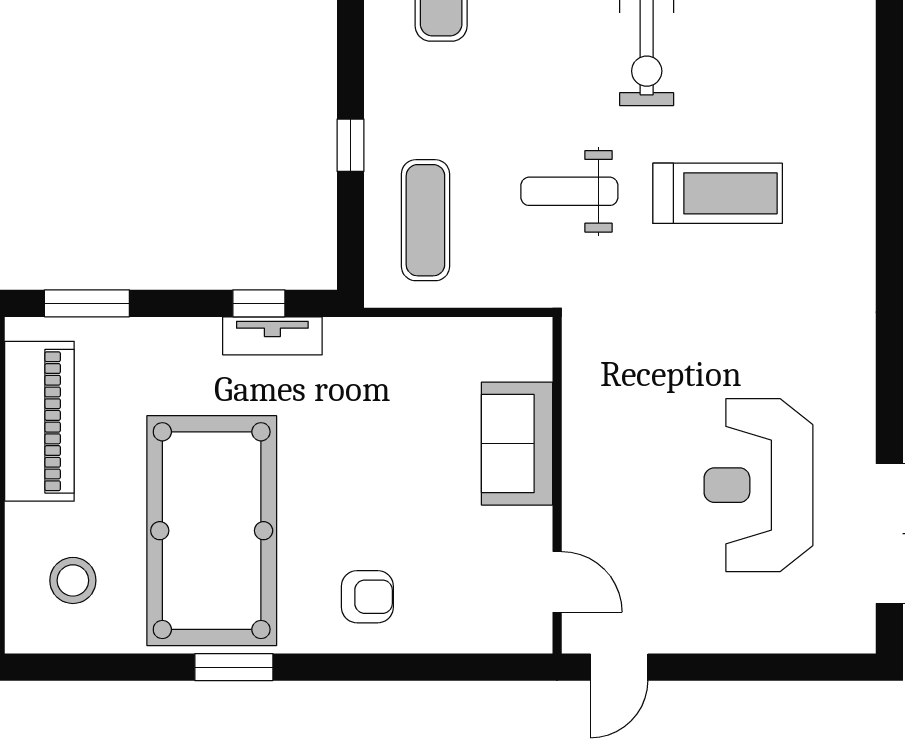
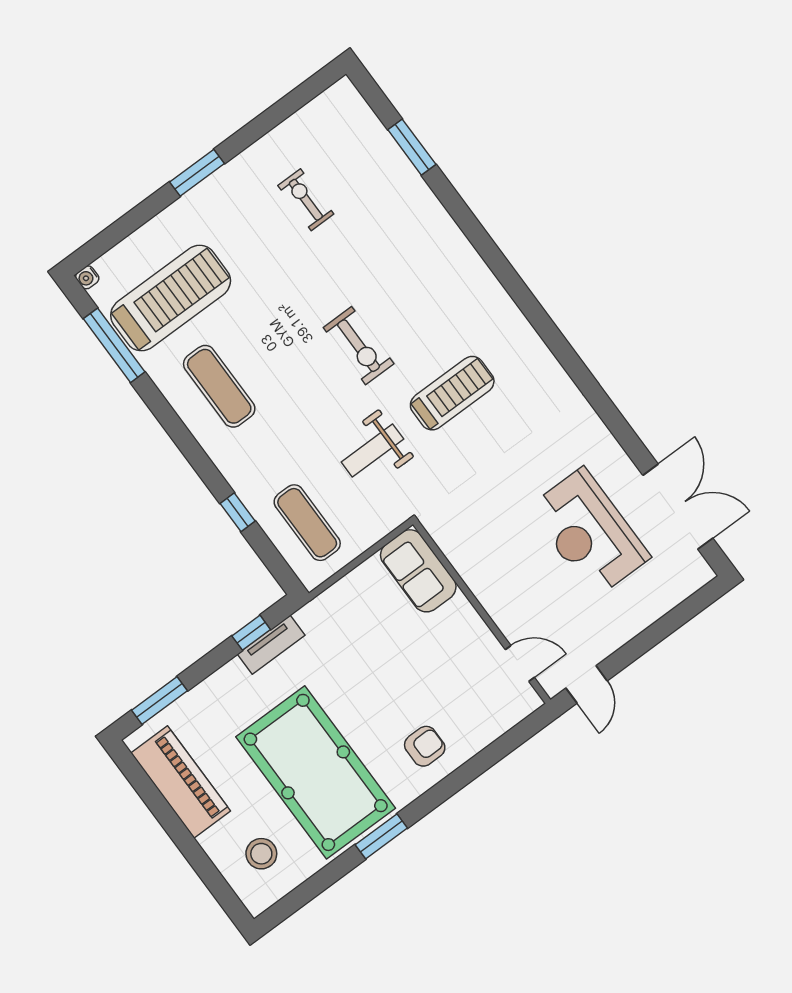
sofa: (517, 444) -> (418, 571), moved

